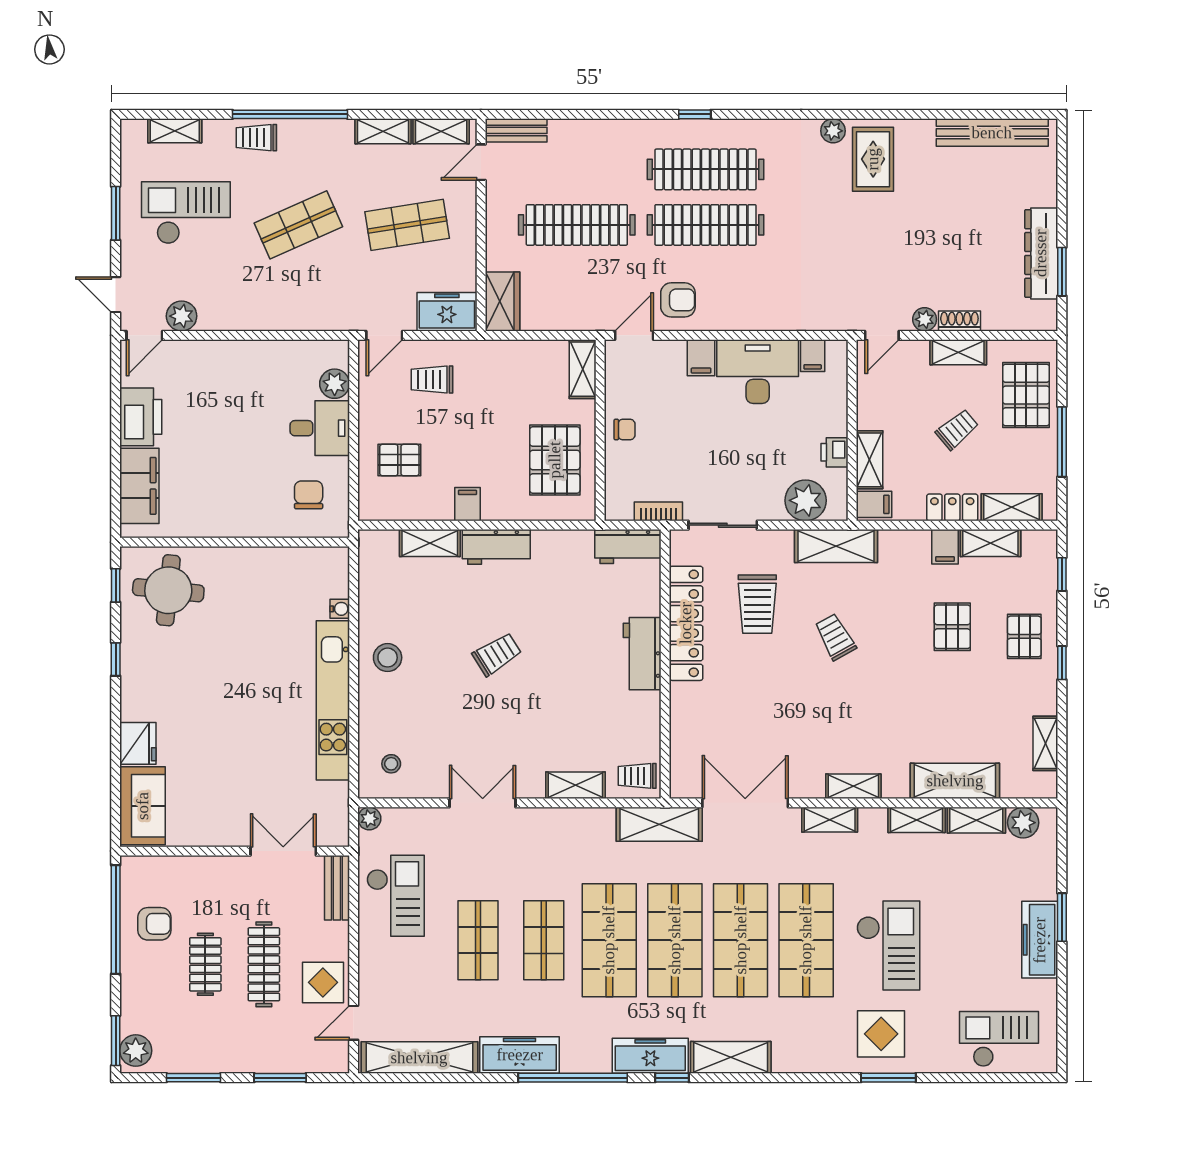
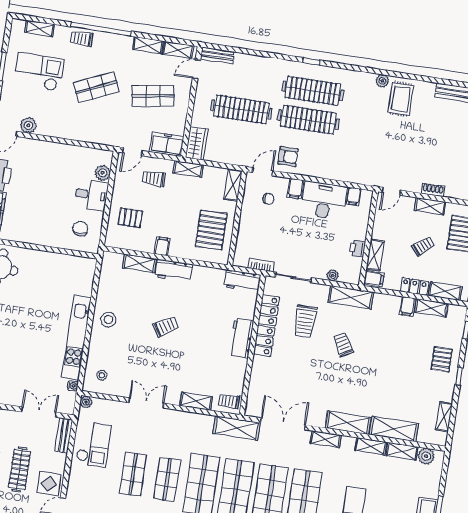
plant: (925, 319) -> (415, 186), removed
shelving: (494, 352) -> (188, 169), added
chair: (625, 430) -> (268, 199), moved
plant: (806, 500) -> (333, 275), width x0.53, depth x0.53
water cooler: (340, 609) -> (73, 386), moved
pallet: (952, 627) -> (405, 349), removed
shelving: (853, 786) -> (348, 423), width x1.50, depth x1.33

